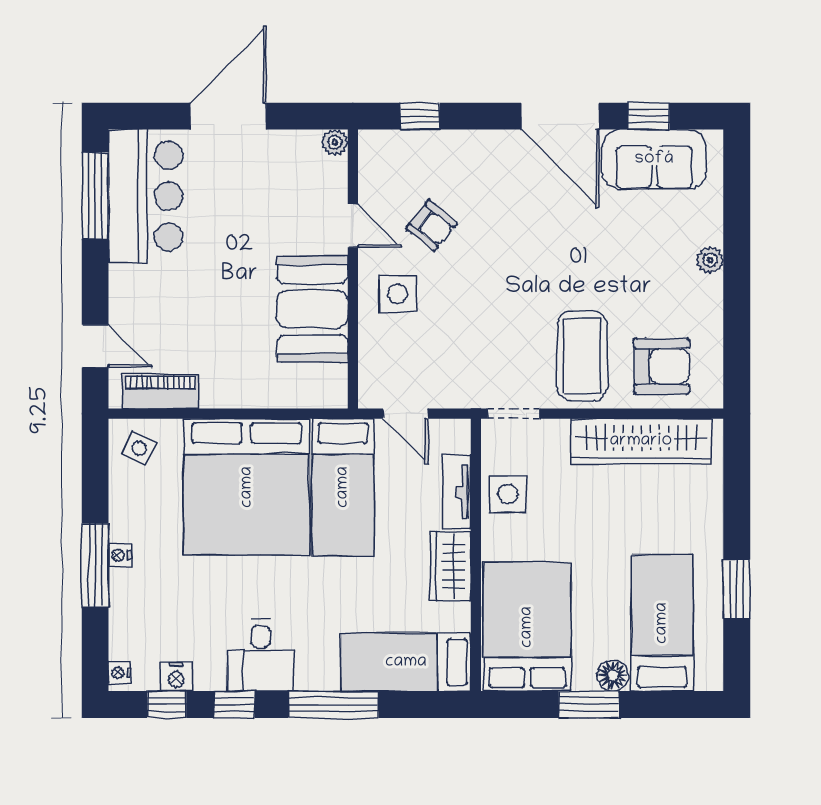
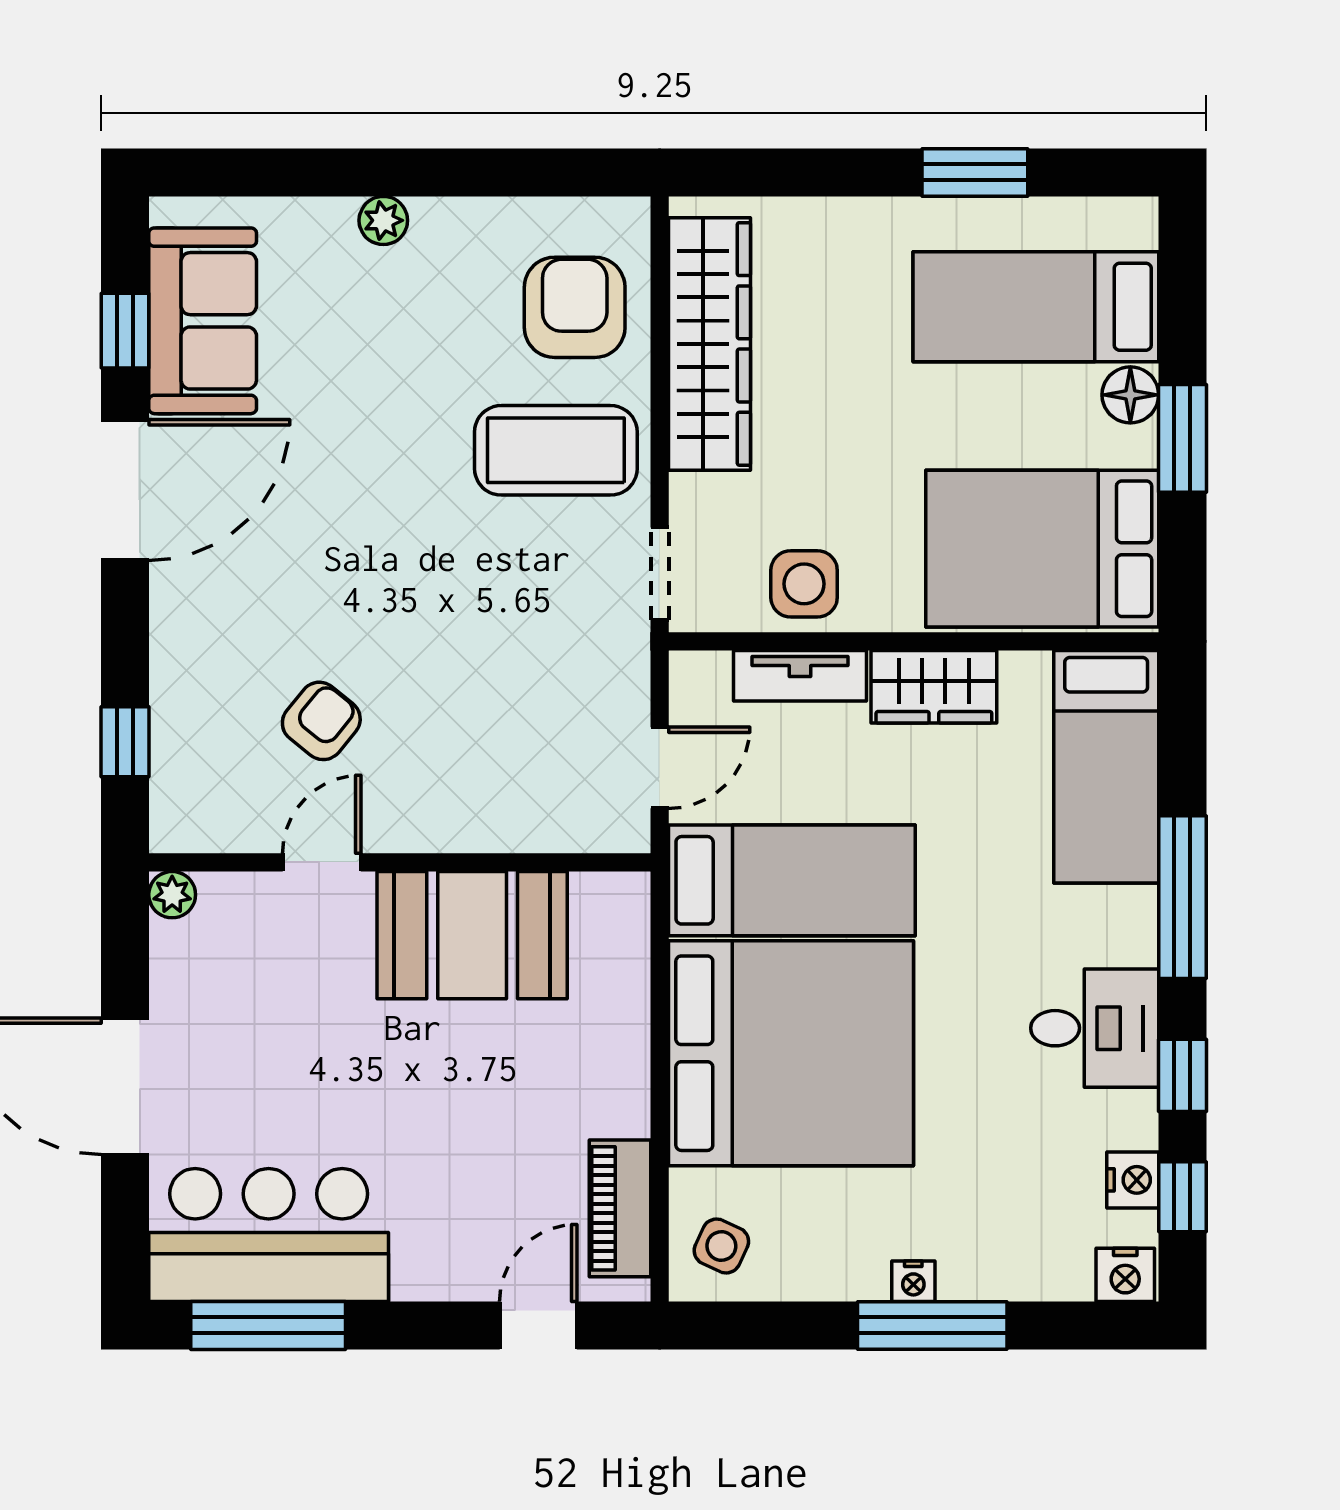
side table: (397, 294) -> (444, 782), removed
nightstand: (119, 673) -> (1125, 1275), width x1.39, depth x1.35

